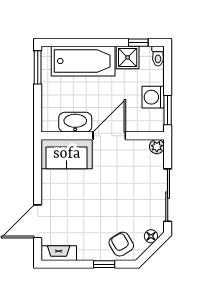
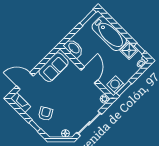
washing machine: (153, 97) -> (116, 85), moved
washbasin: (75, 122) -> (74, 48), moved
door: (109, 136) -> (89, 75), hinge flipped
sofa: (67, 154) -> (54, 67), moved, turned -90
armchair: (121, 244) -> (46, 114), moved

